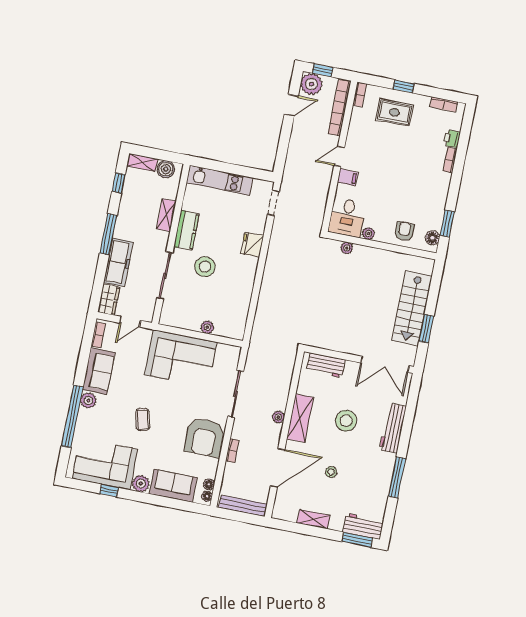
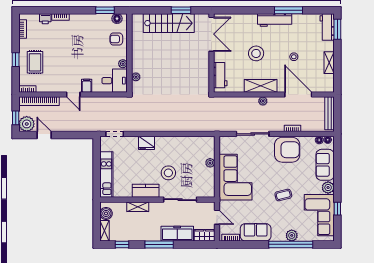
plant: (88, 401) -> (292, 235), moved
workbench: (393, 428) -> (275, 20), moved

